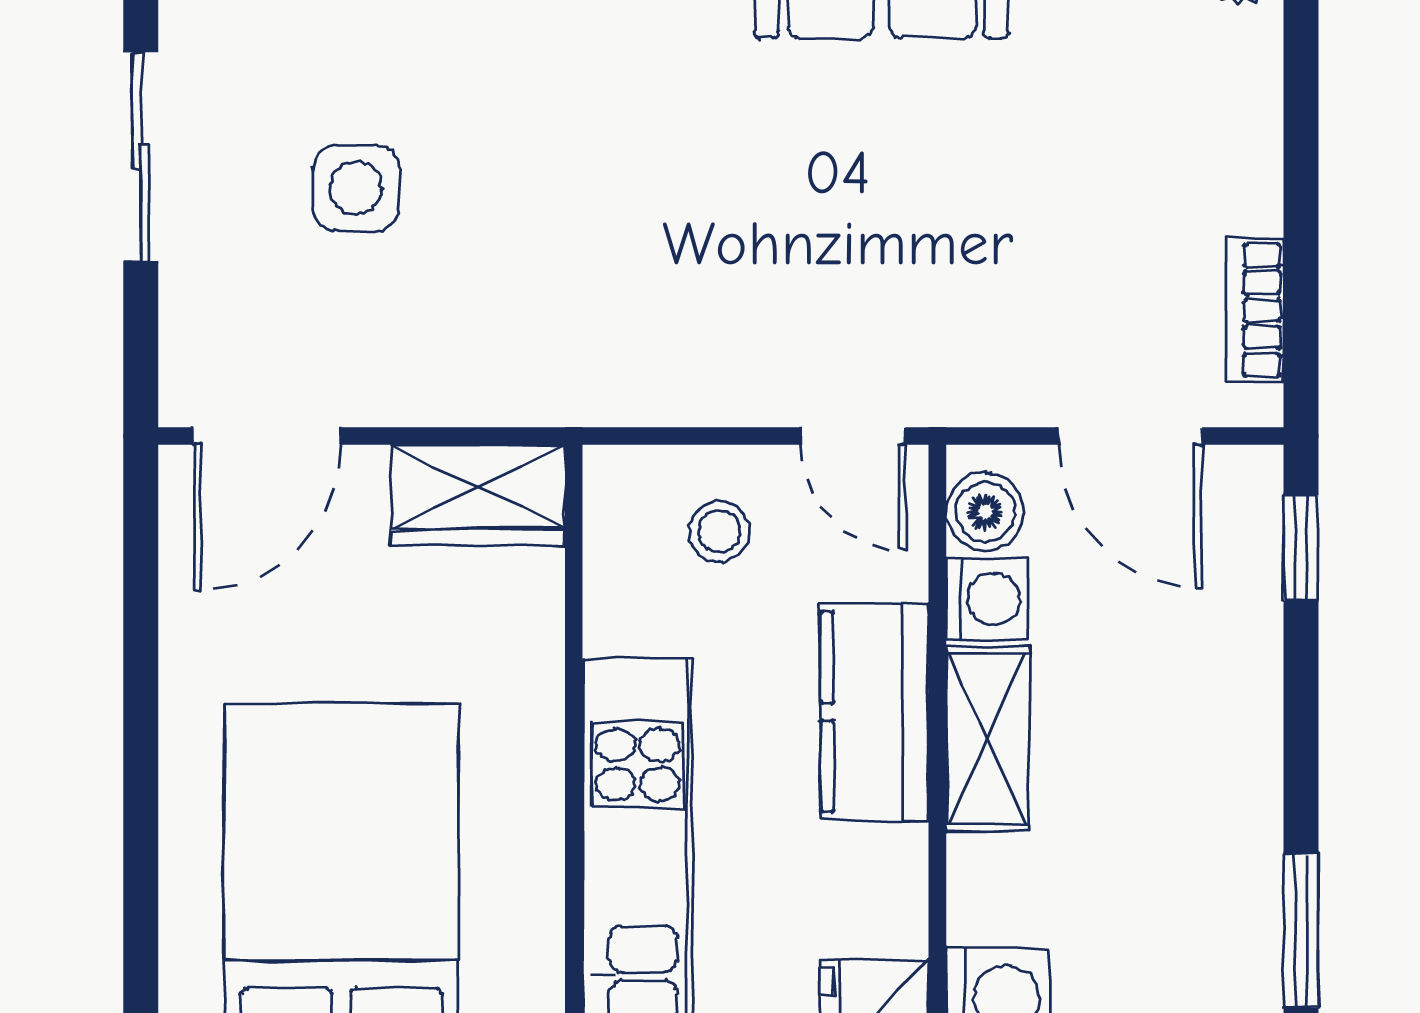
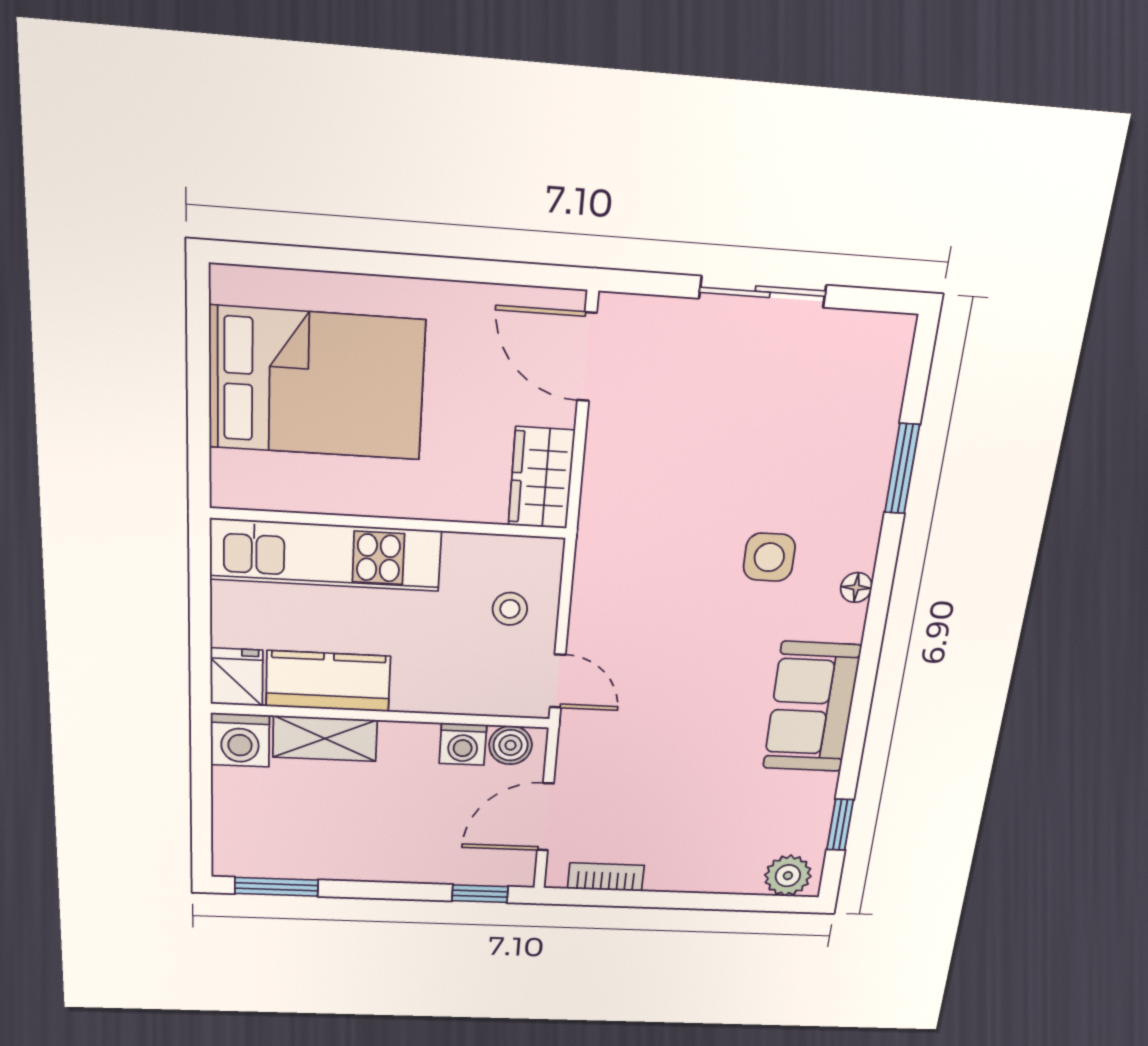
side table: (356, 188) -> (769, 557), moved
door: (853, 436) -> (558, 681), swing flipped
kitchen counter: (875, 712) -> (328, 681), moved
shelving: (988, 739) -> (325, 739), moved

